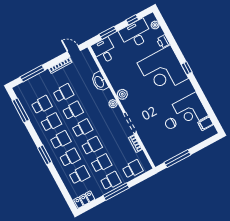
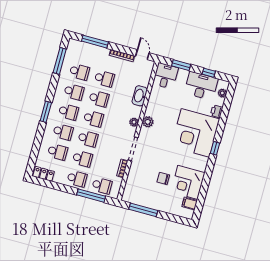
window: (116, 192) -> (91, 196), moved

